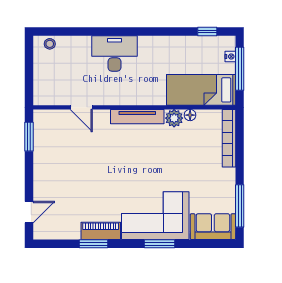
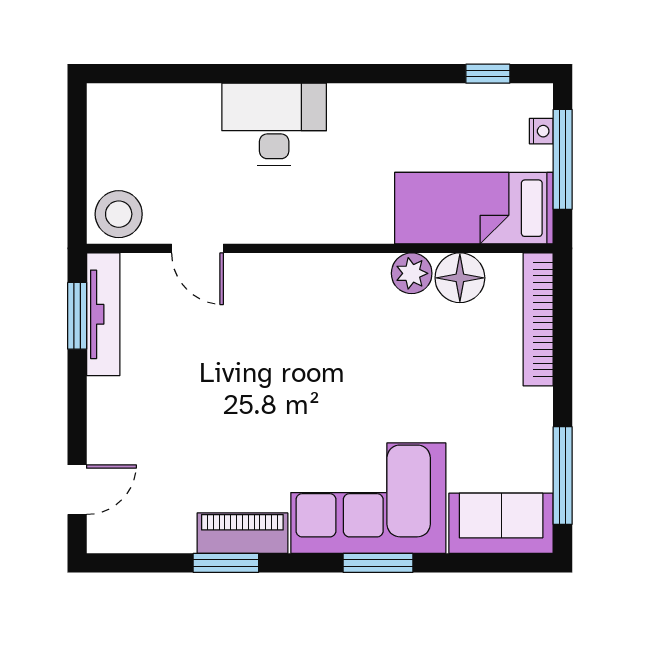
stool: (50, 44) -> (119, 214), moved, width x1.89, depth x1.89
floor lamp: (190, 115) -> (460, 278), width x1.89, depth x1.89
tv unit: (137, 117) -> (103, 314), moved, turned -90

